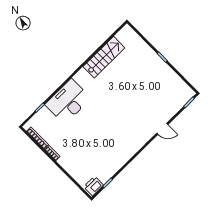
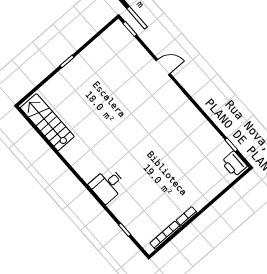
stairs: (104, 57) -> (47, 122), moved
desk: (68, 101) -> (107, 185), width x0.53, depth x0.77
door: (162, 129) -> (163, 67), hinge flipped

